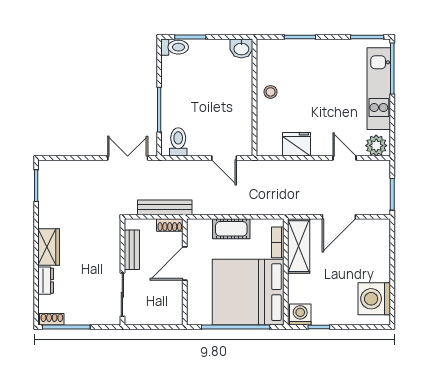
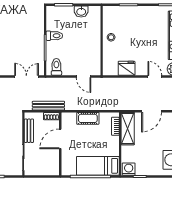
toilet: (175, 47) -> (54, 36), moved
washbasin: (241, 48) -> (81, 11), moved
bed: (248, 292) -> (98, 166), width x0.49

